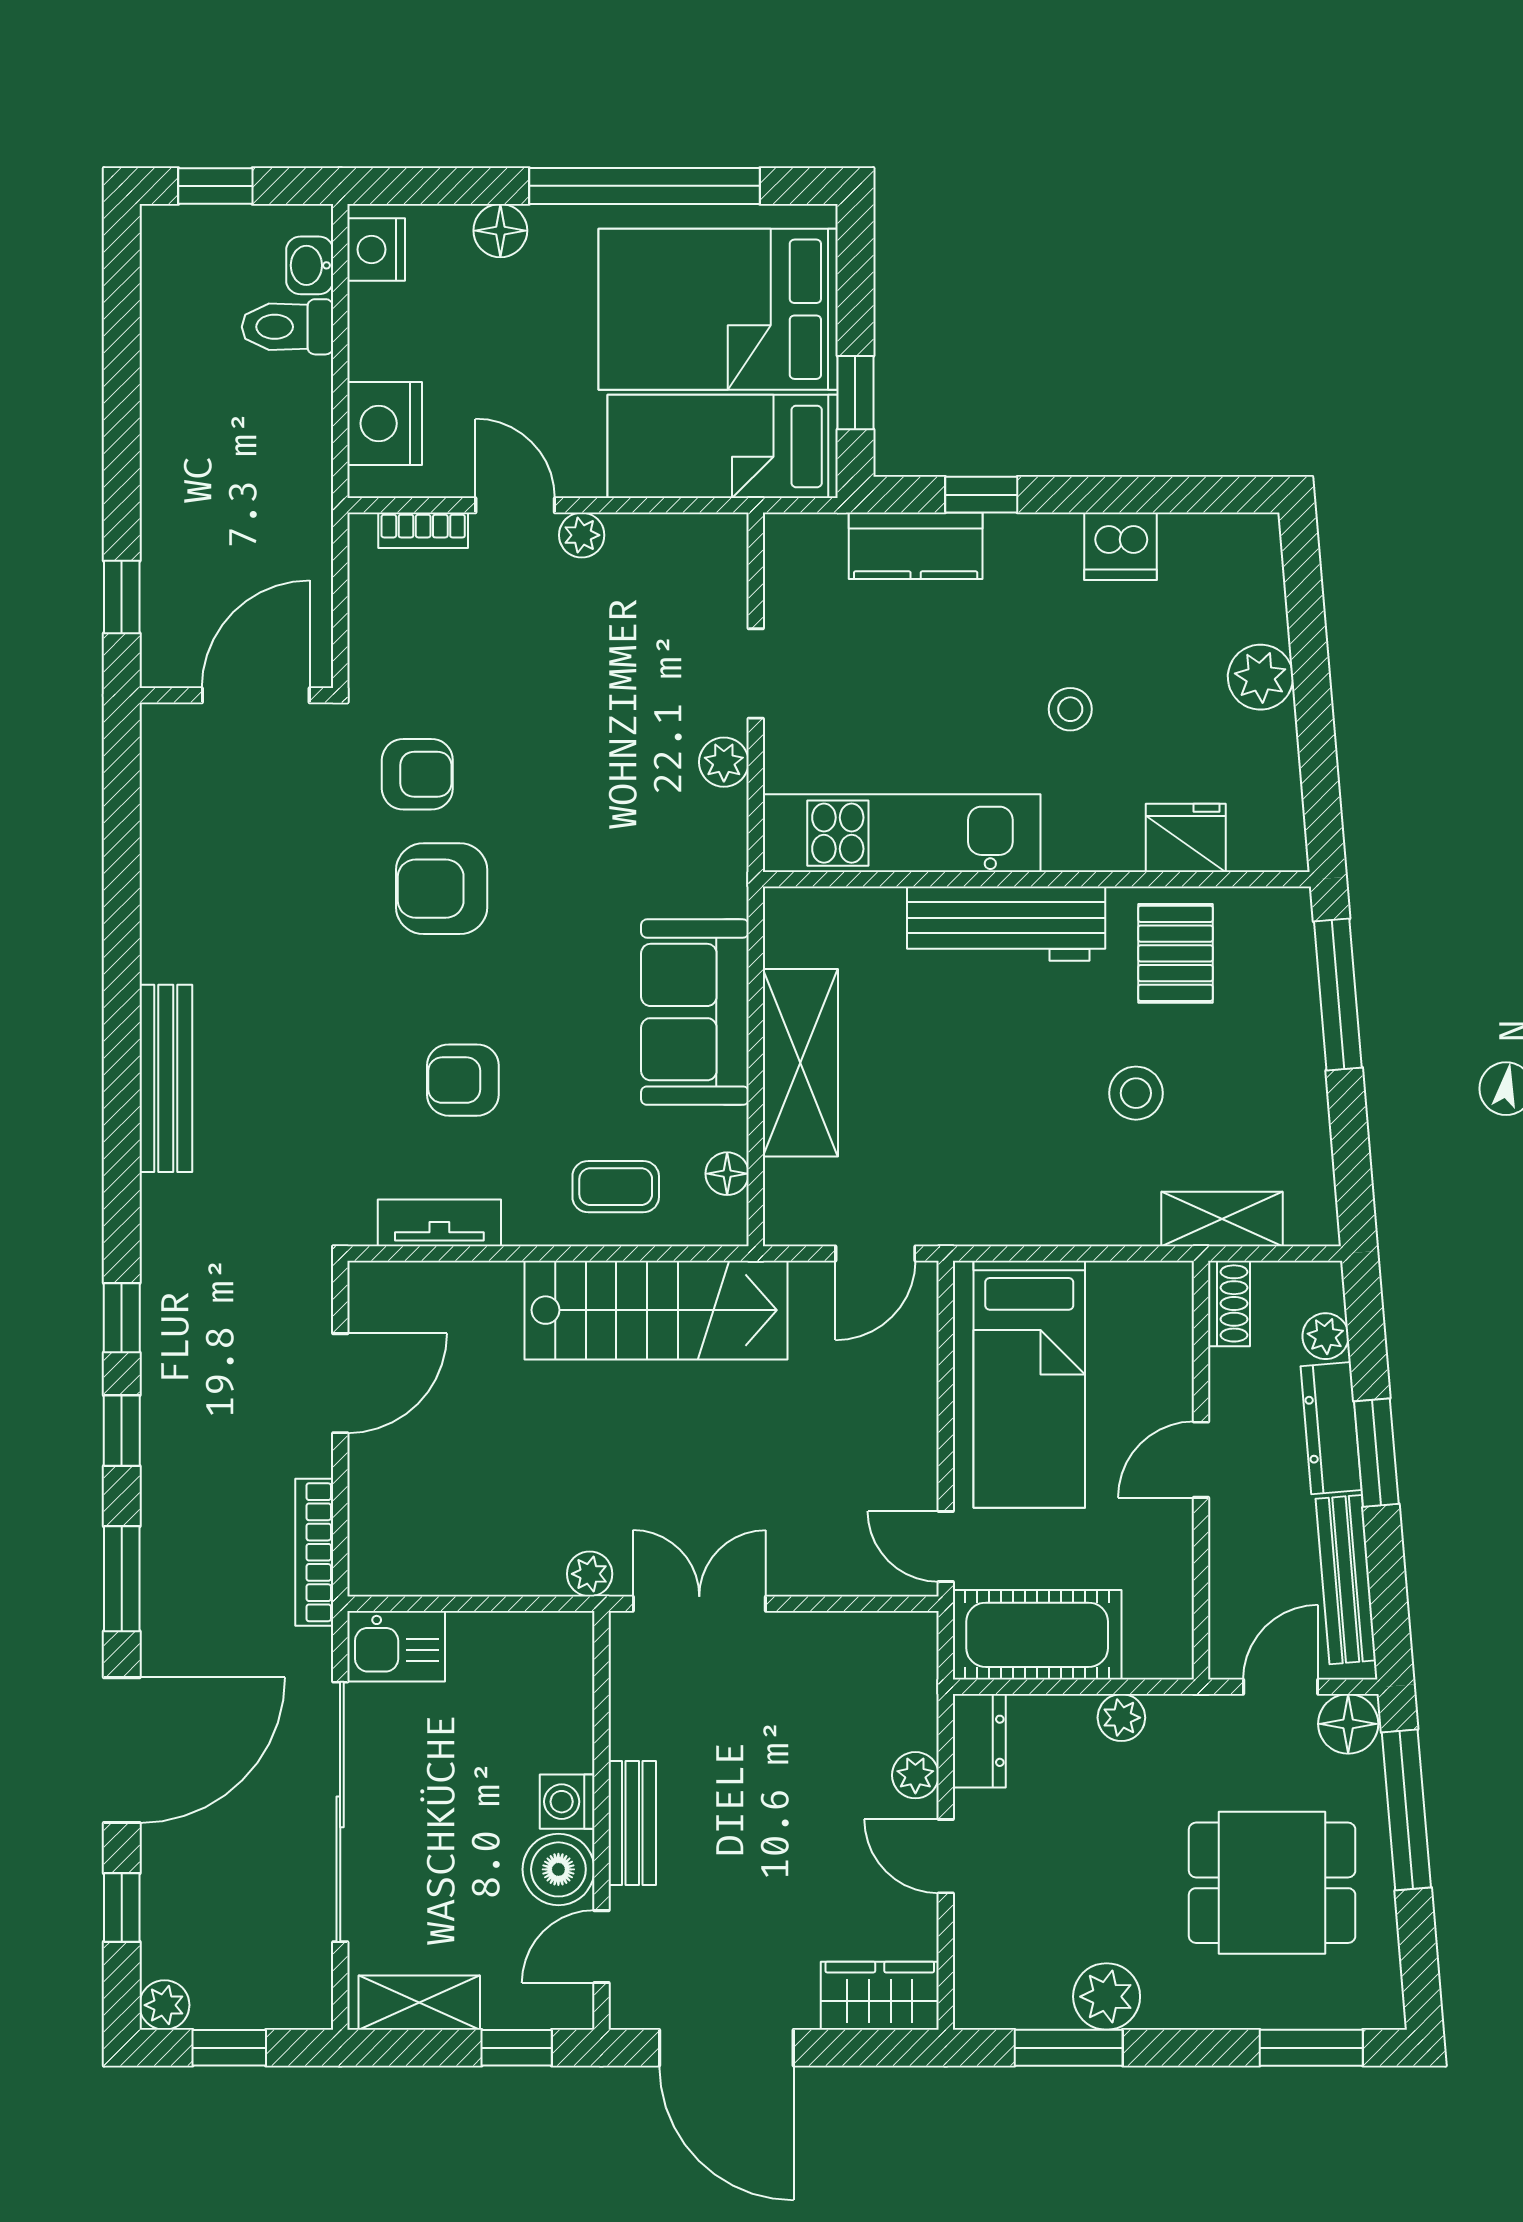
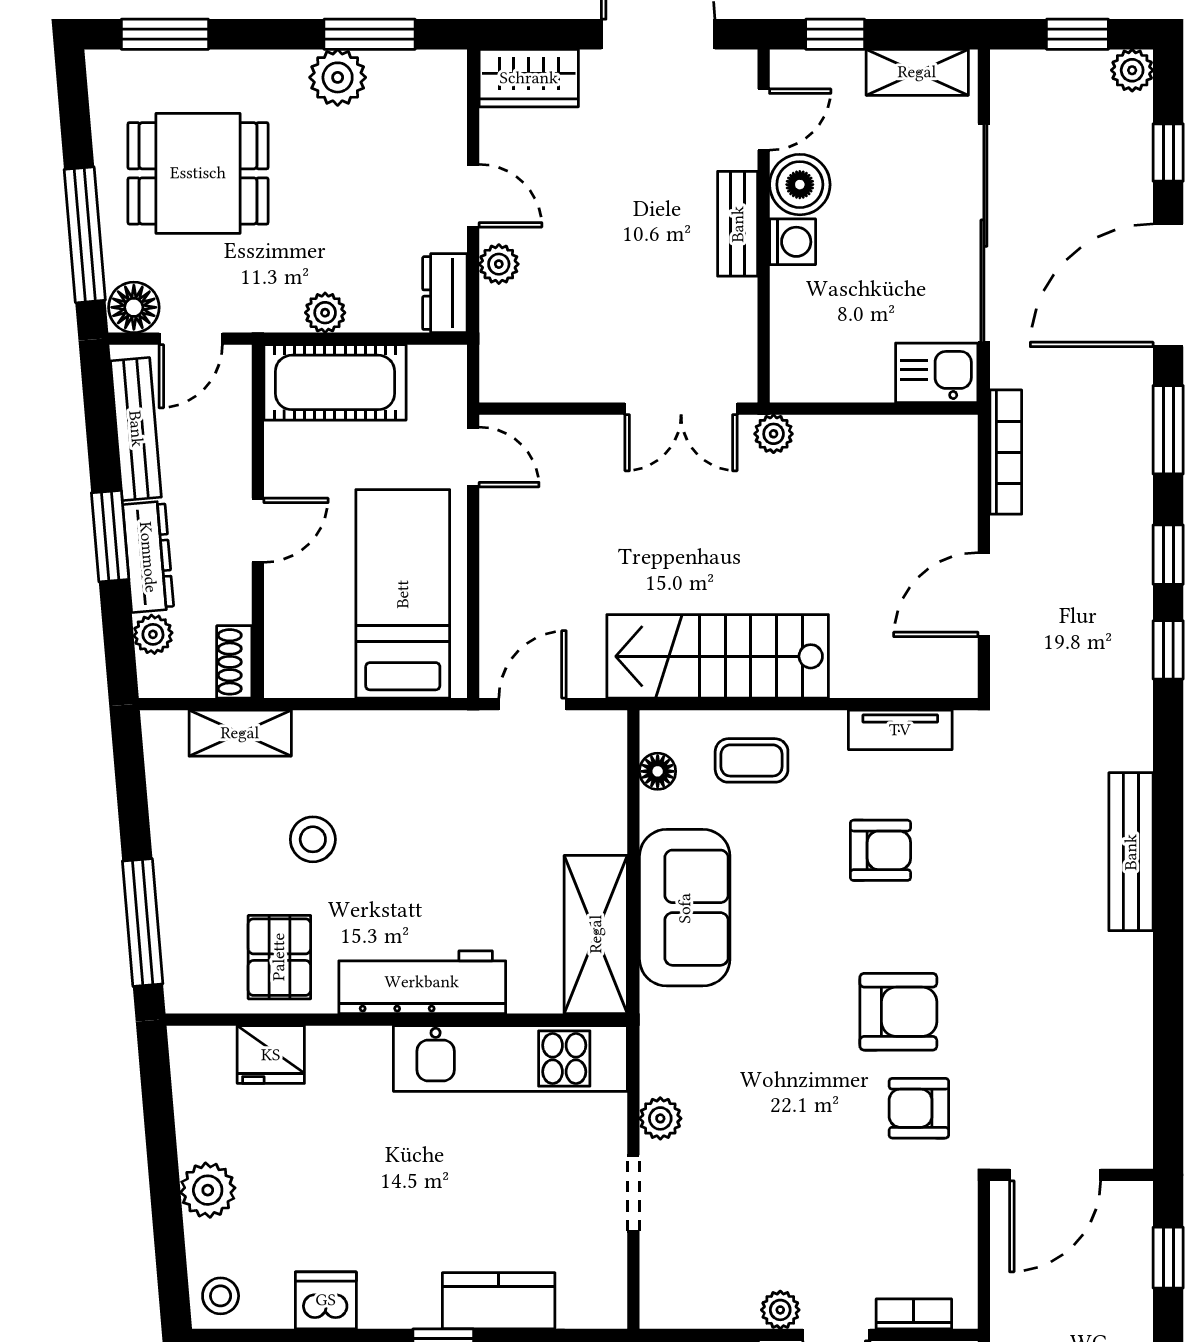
stool: (1070, 709) -> (221, 1296), moved
shelving: (800, 1063) -> (596, 934), moved
cot: (1037, 1635) -> (335, 382), moved

